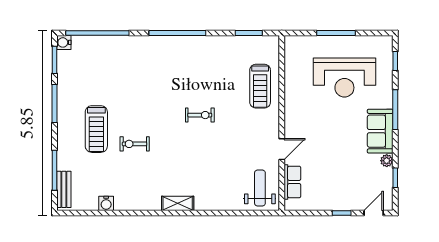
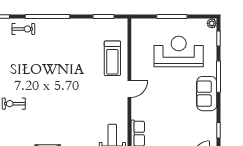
reception desk: (344, 78) -> (179, 51), turned 180
exercise bike: (200, 115) -> (23, 29), moved
door: (282, 149) -> (129, 89), moved
plant: (387, 161) -> (212, 23), moved

